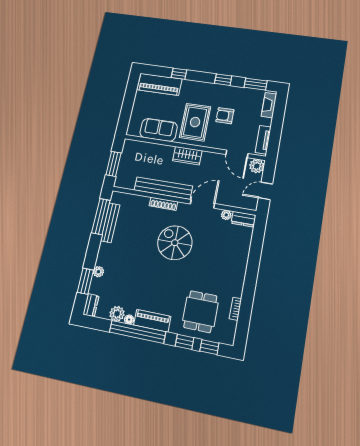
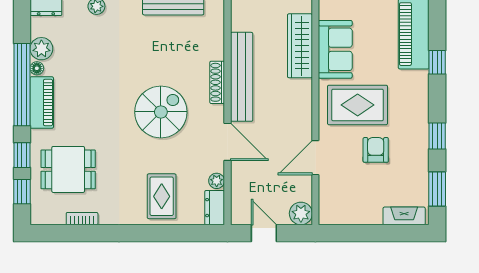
tv unit: (263, 140) -> (345, 216), removed
door: (237, 154) -> (315, 158), moved
wardrobe: (187, 156) -> (300, 46), moved, width x1.50
rug: (230, 252) -> (162, 196), added

